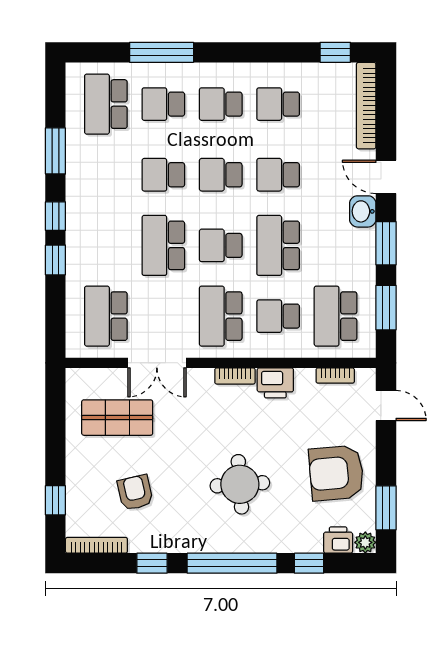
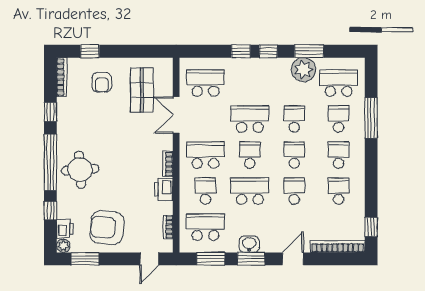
plant: (85, 160) -> (304, 70), added
washbasin: (363, 211) -> (249, 244), moved
armchair: (336, 473) -> (107, 228), turned -79
round table: (240, 484) -> (80, 170), moved
armchair: (135, 493) -> (102, 82), moved, turned 103

